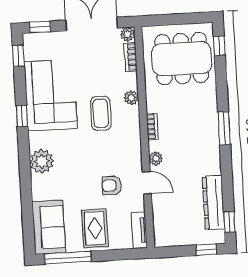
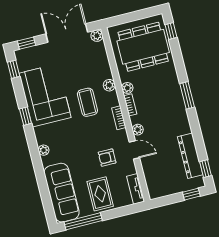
bookcase: (131, 57) -> (119, 118), moved
plant: (153, 105) -> (127, 88), added
plant: (42, 161) -> (44, 150), width x0.53, depth x0.53
sofa: (49, 227) -> (62, 193), width x1.36

